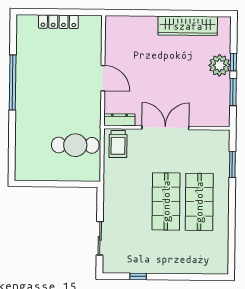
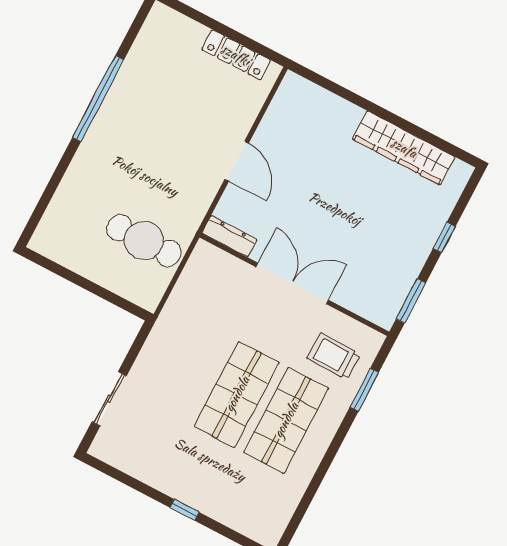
locker: (58, 22) -> (236, 55), moved
plant: (220, 65) -> (421, 232), removed
window: (233, 92) -> (411, 301), moved
trolley: (118, 144) -> (334, 356), moved, turned 91
window: (138, 276) -> (184, 510), moved

